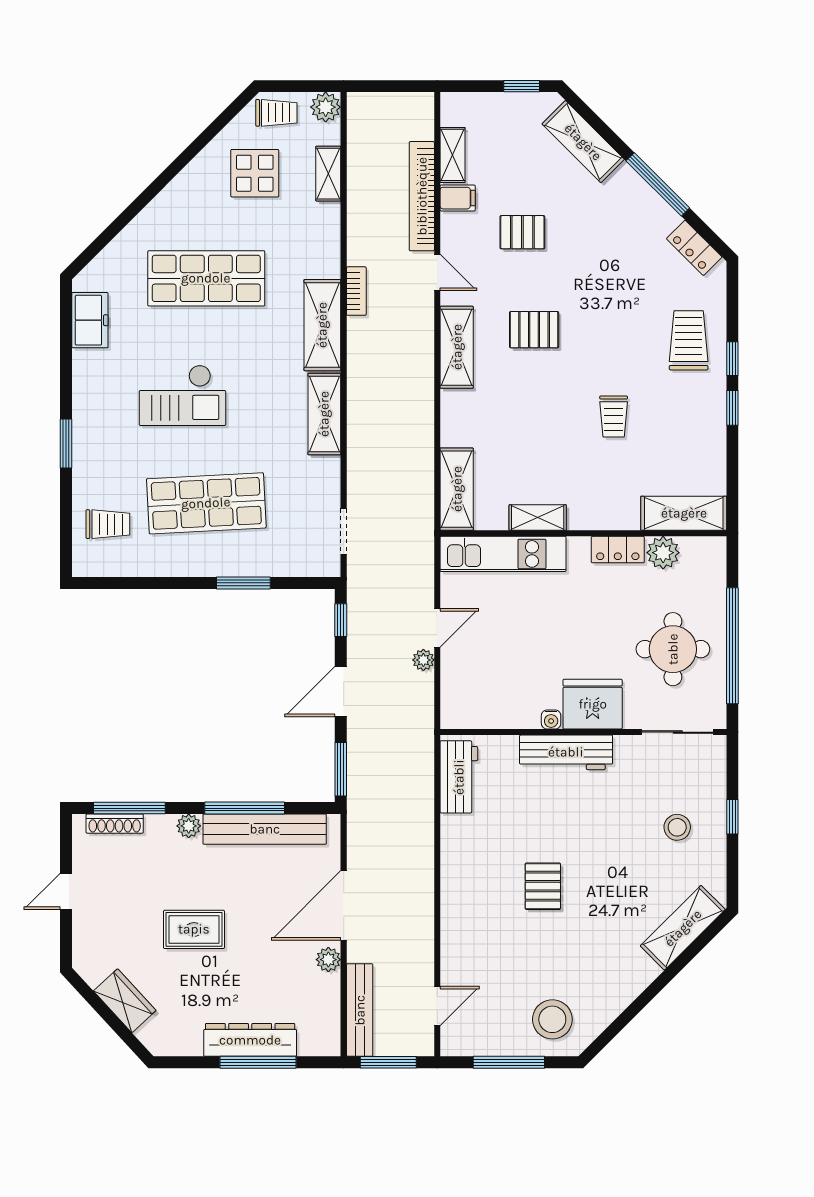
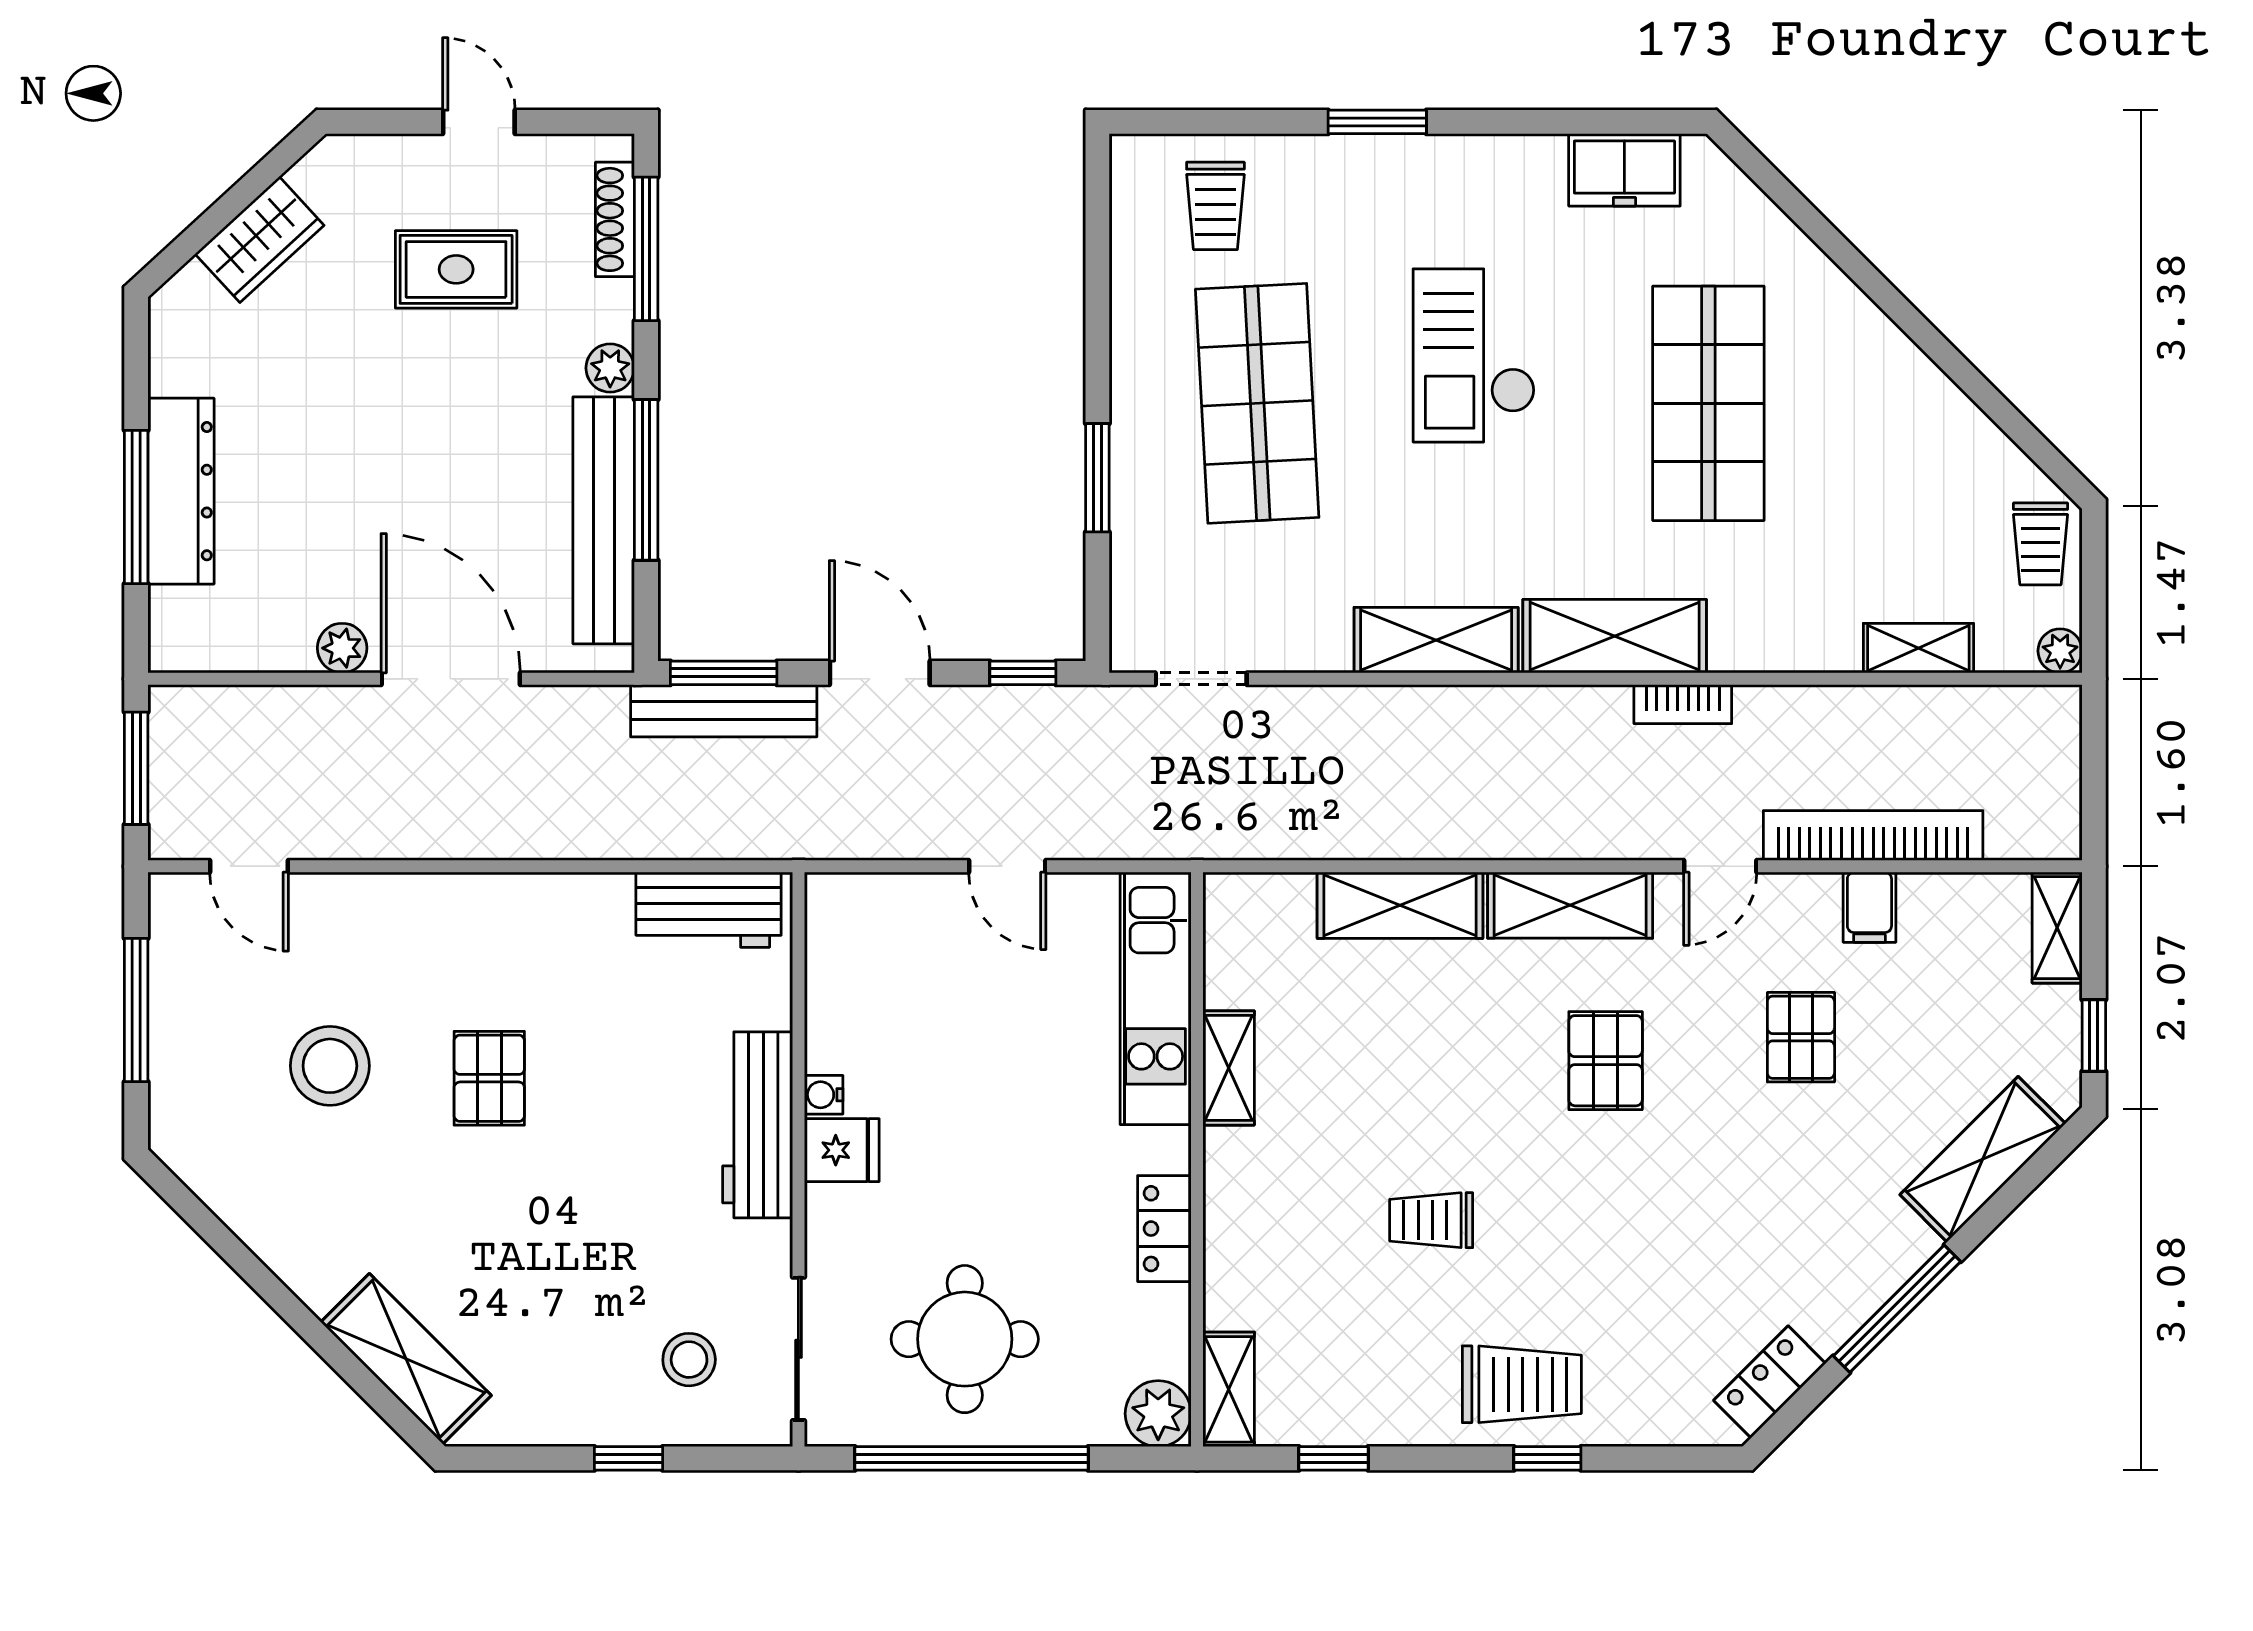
plant: (326, 107) -> (2060, 651), width x0.73, depth x0.73
shelving: (453, 155) -> (2057, 928), moved, turned 90
display table: (255, 173) -> (1919, 501), removed
trolley: (689, 340) -> (1522, 1384), moved
window: (732, 408) -> (1334, 1458), moved
shelving: (457, 489) -> (1400, 905), moved
shelving: (684, 513) -> (1229, 1389), width x0.67, depth x0.75
plant: (663, 553) -> (1158, 1414), moved
plant: (423, 660) -> (943, 839), removed
fridge: (593, 704) -> (842, 1150), width x0.53, depth x0.75
stool: (677, 827) -> (689, 1360), moved
pallet: (543, 886) -> (489, 1078), turned 90
rug: (194, 929) -> (456, 269), moved, turned 90
bench: (360, 1010) -> (724, 711), moved
stool: (552, 1019) -> (330, 1066), moved

